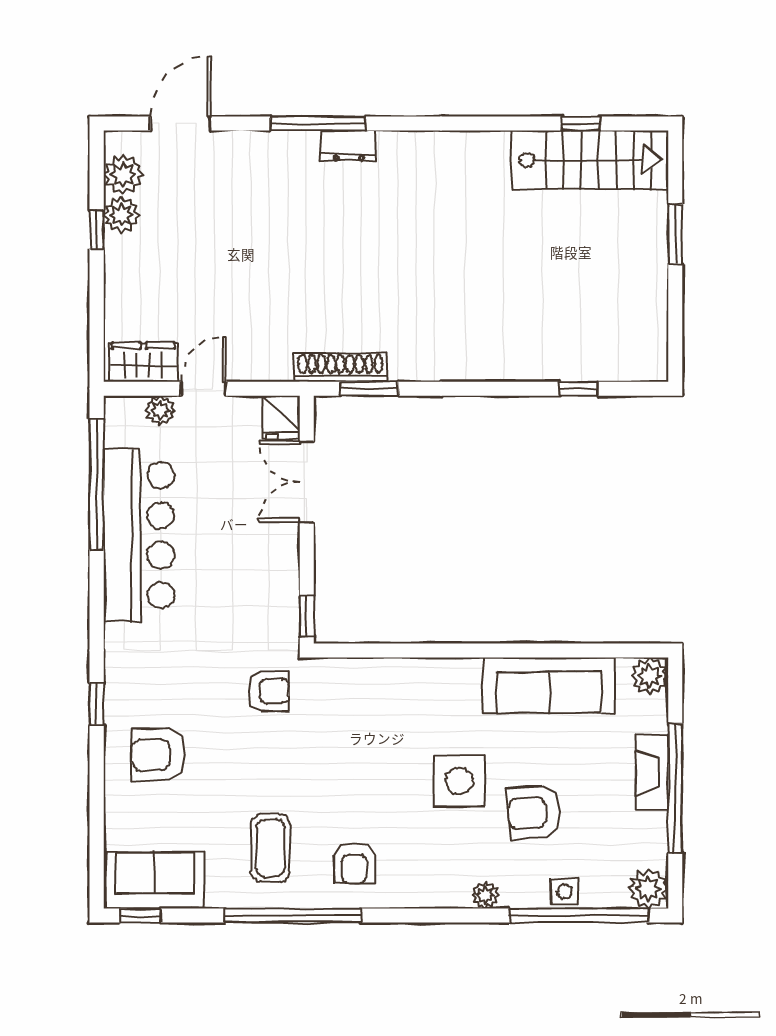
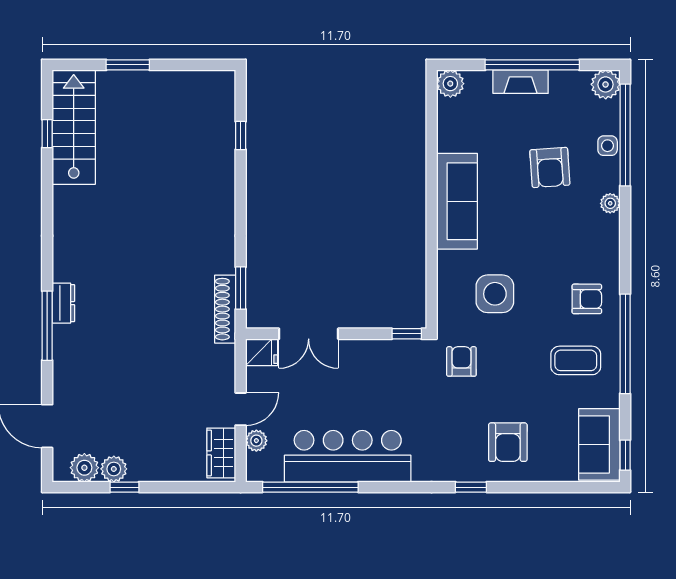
door: (203, 389) -> (241, 409), swing flipped
sofa: (549, 685) -> (457, 201), moved
side table: (459, 781) -> (495, 294), moved

